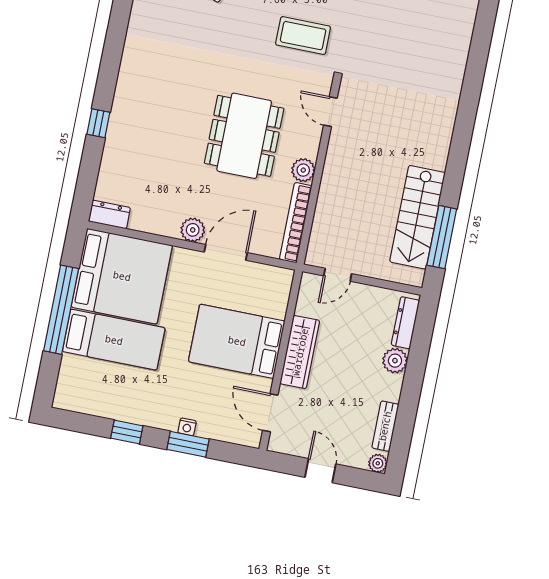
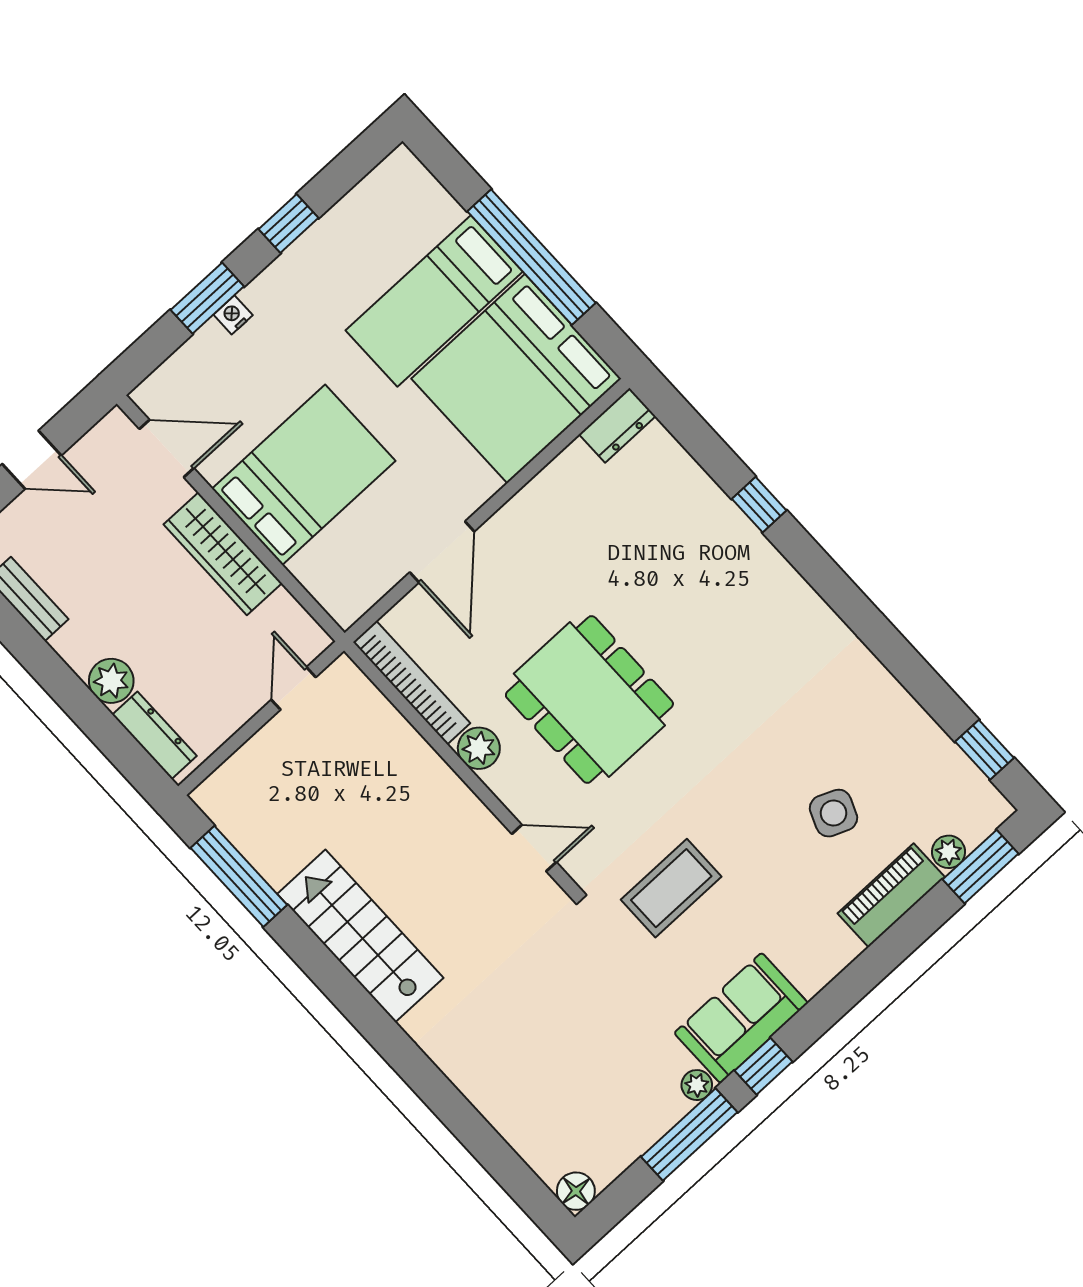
stairs: (417, 217) -> (360, 936), moved
plant: (193, 230) -> (509, 528), removed

